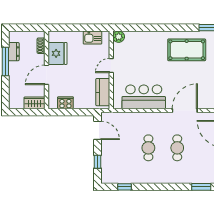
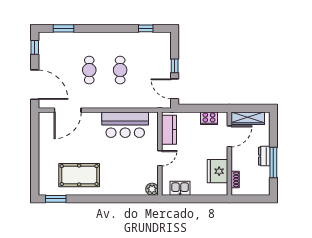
dresser: (14, 52) -> (264, 156), moved
door: (46, 75) -> (229, 136), moved
wardrobe: (34, 103) -> (248, 118), width x1.50
door: (185, 111) -> (68, 110), moved
window: (98, 162) -> (175, 66), moved

